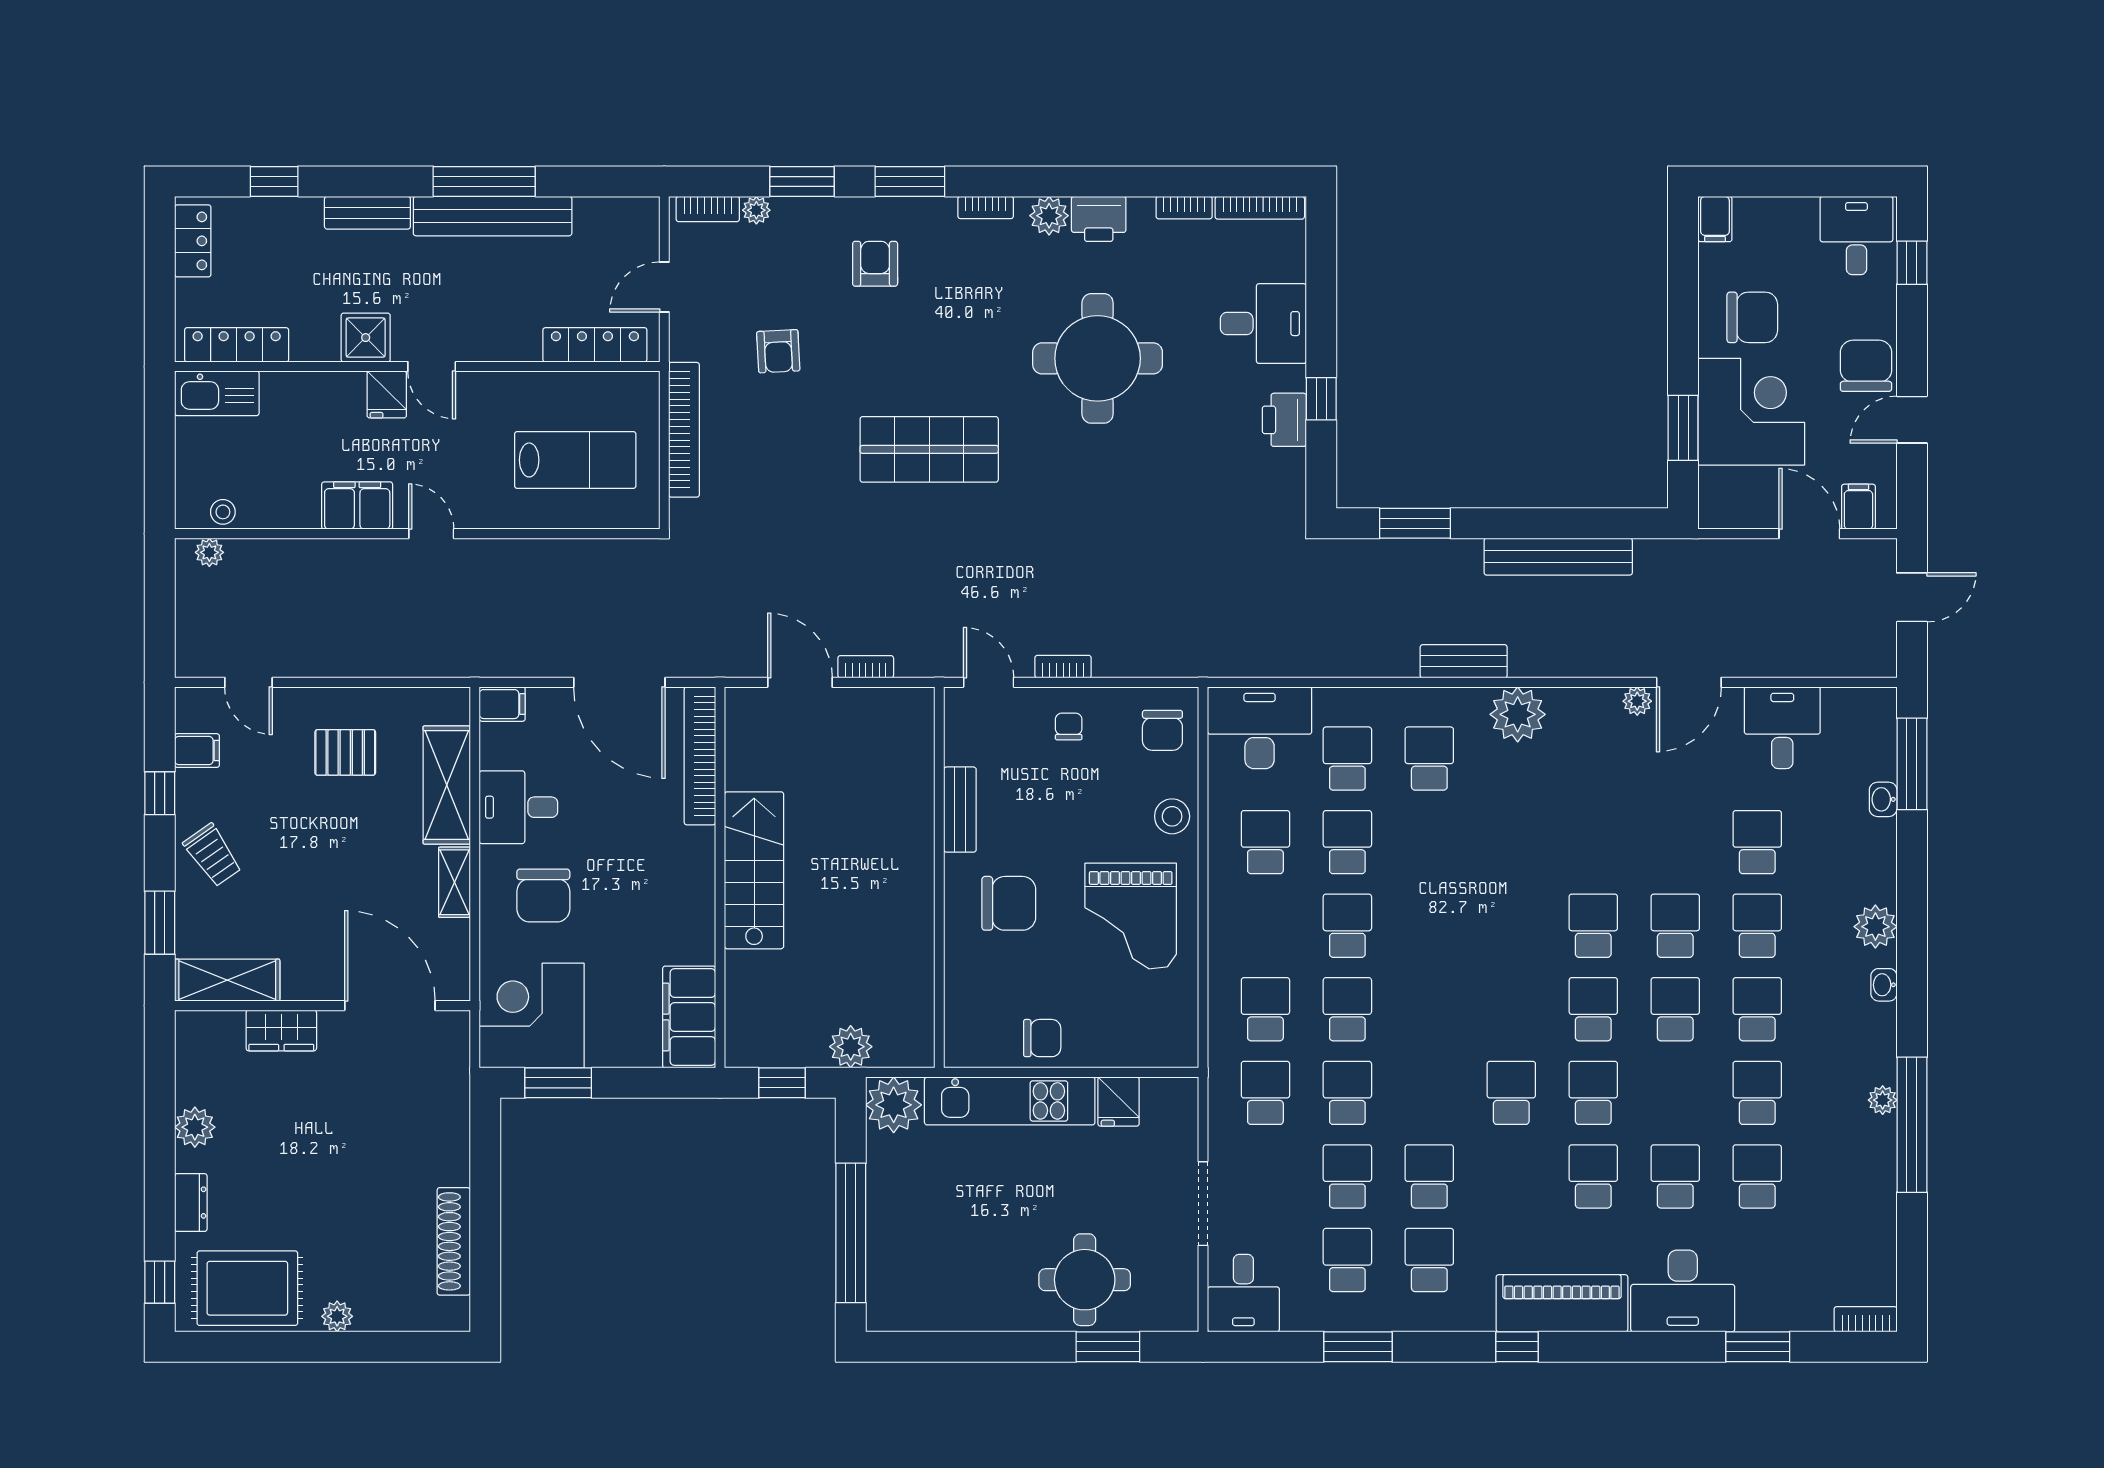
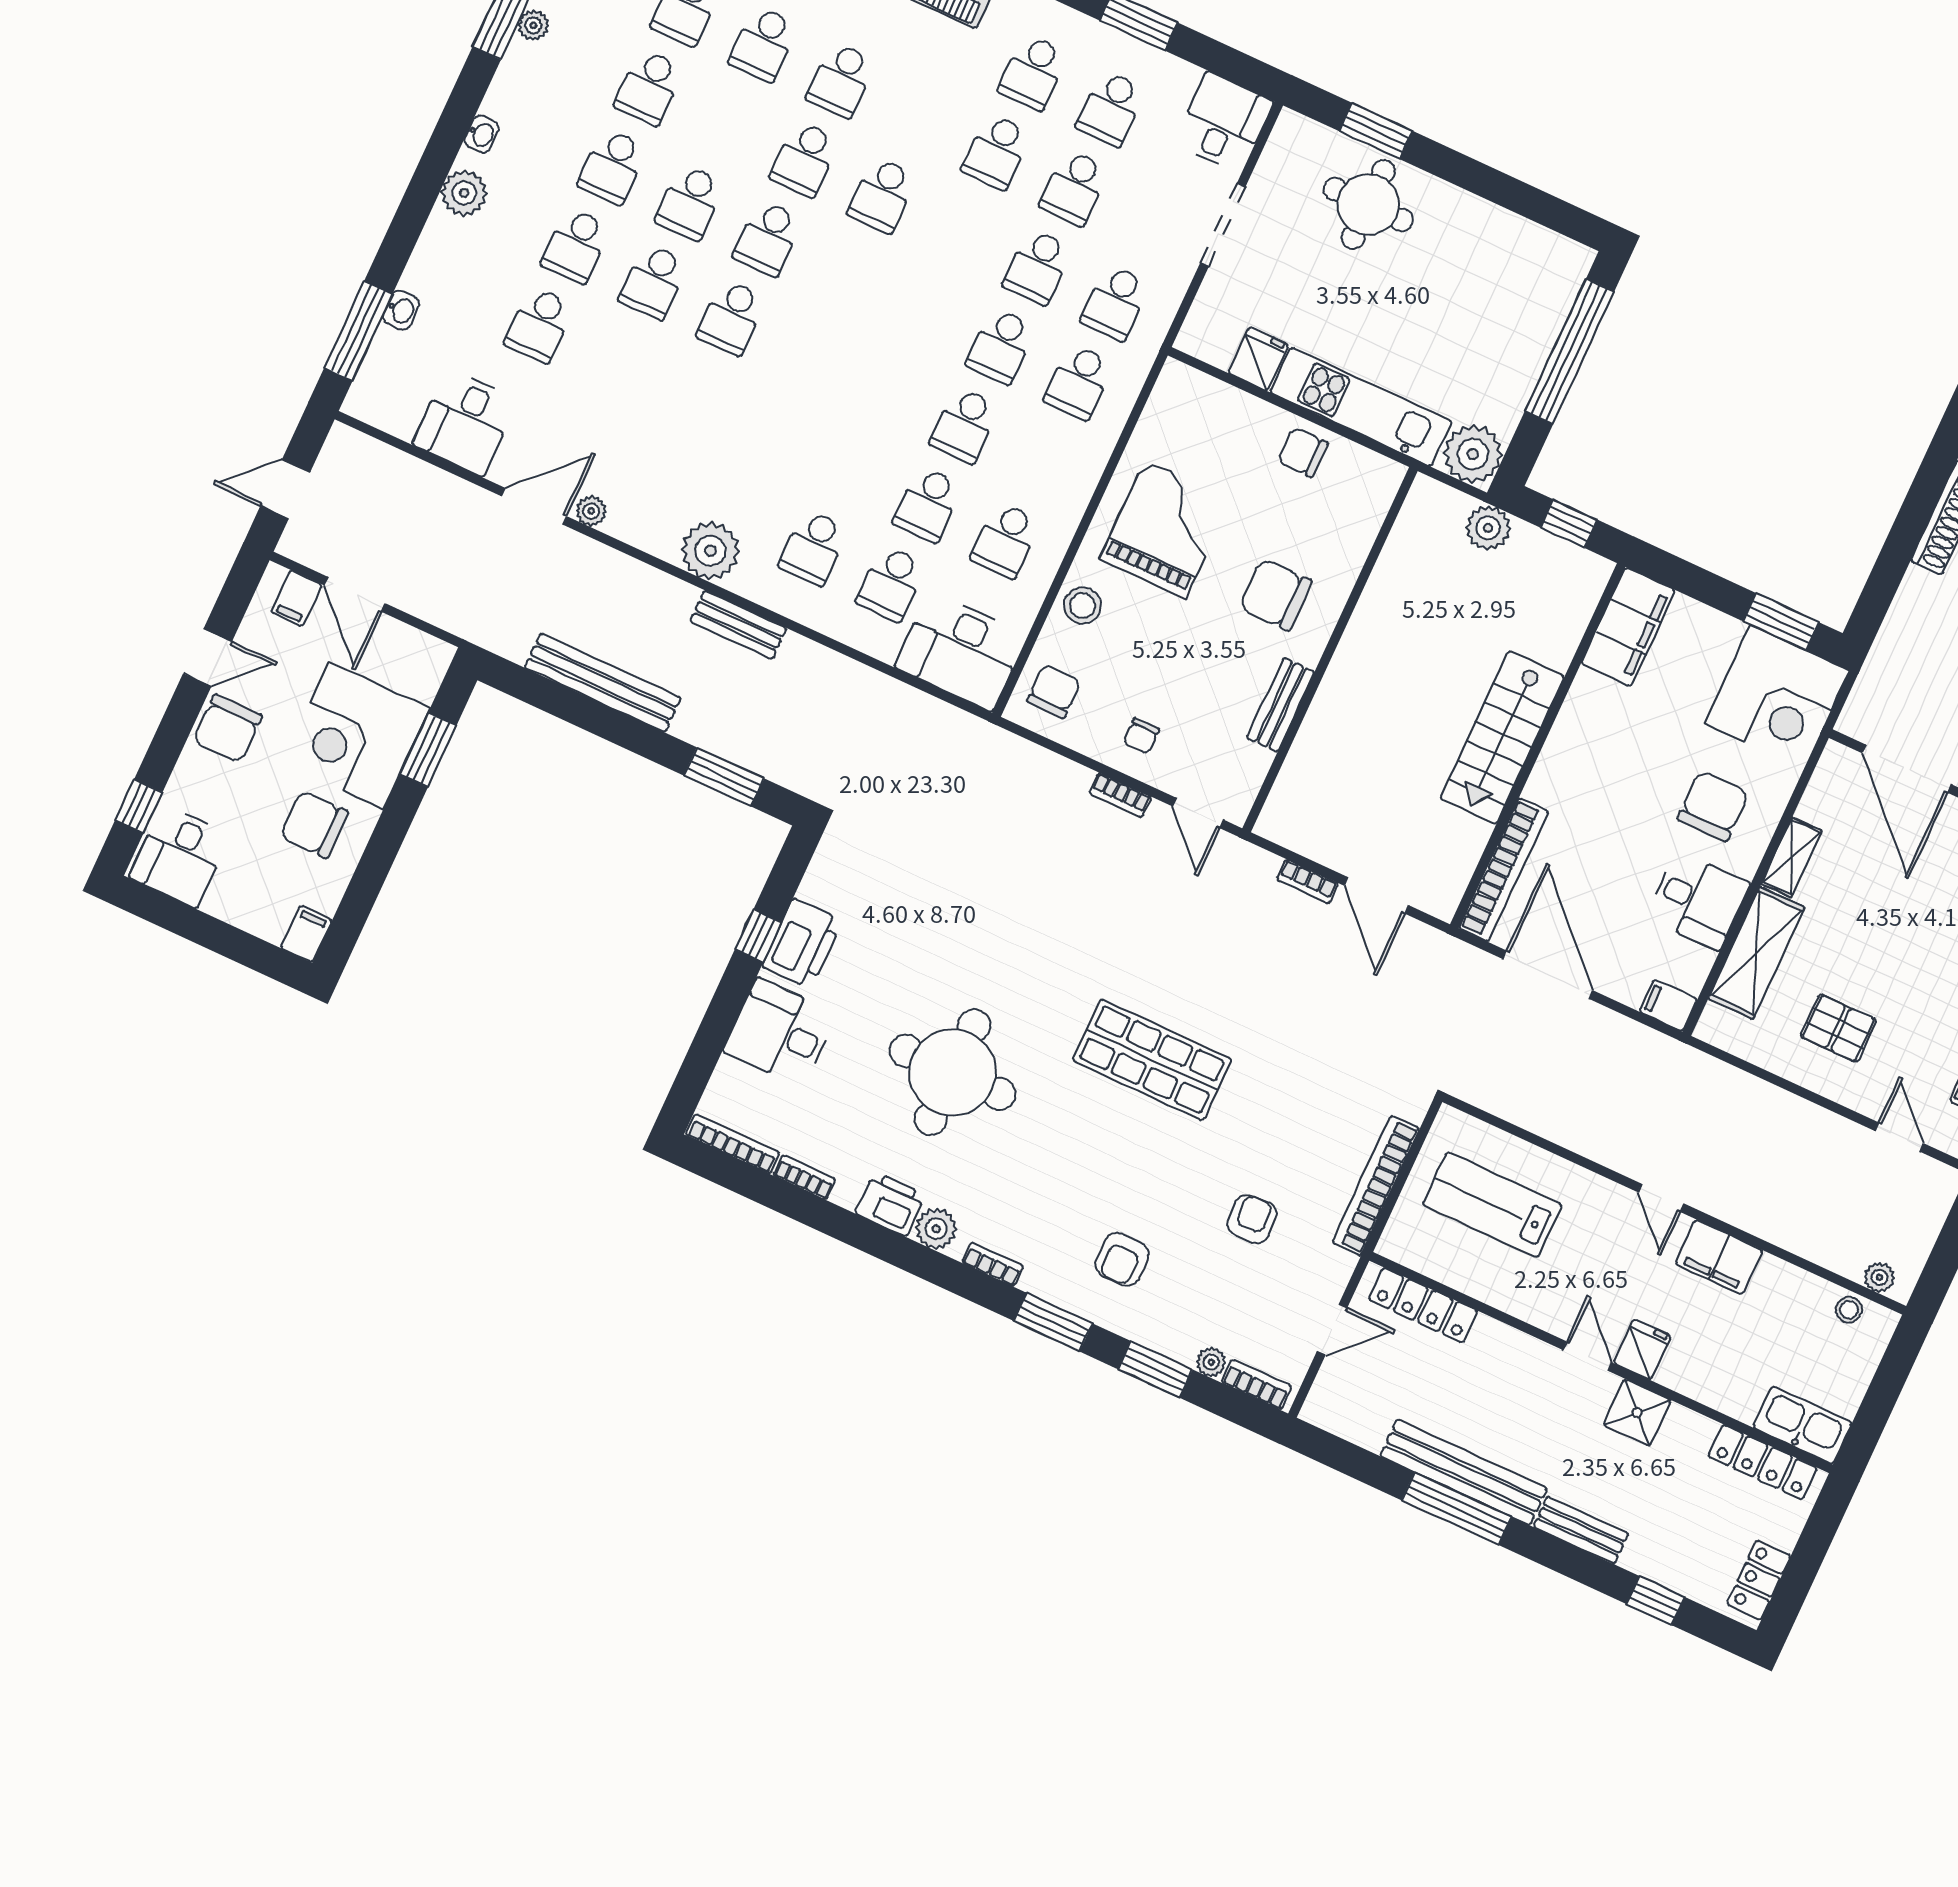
printer: (1284, 420) -> (802, 943), width x1.37, depth x1.19

